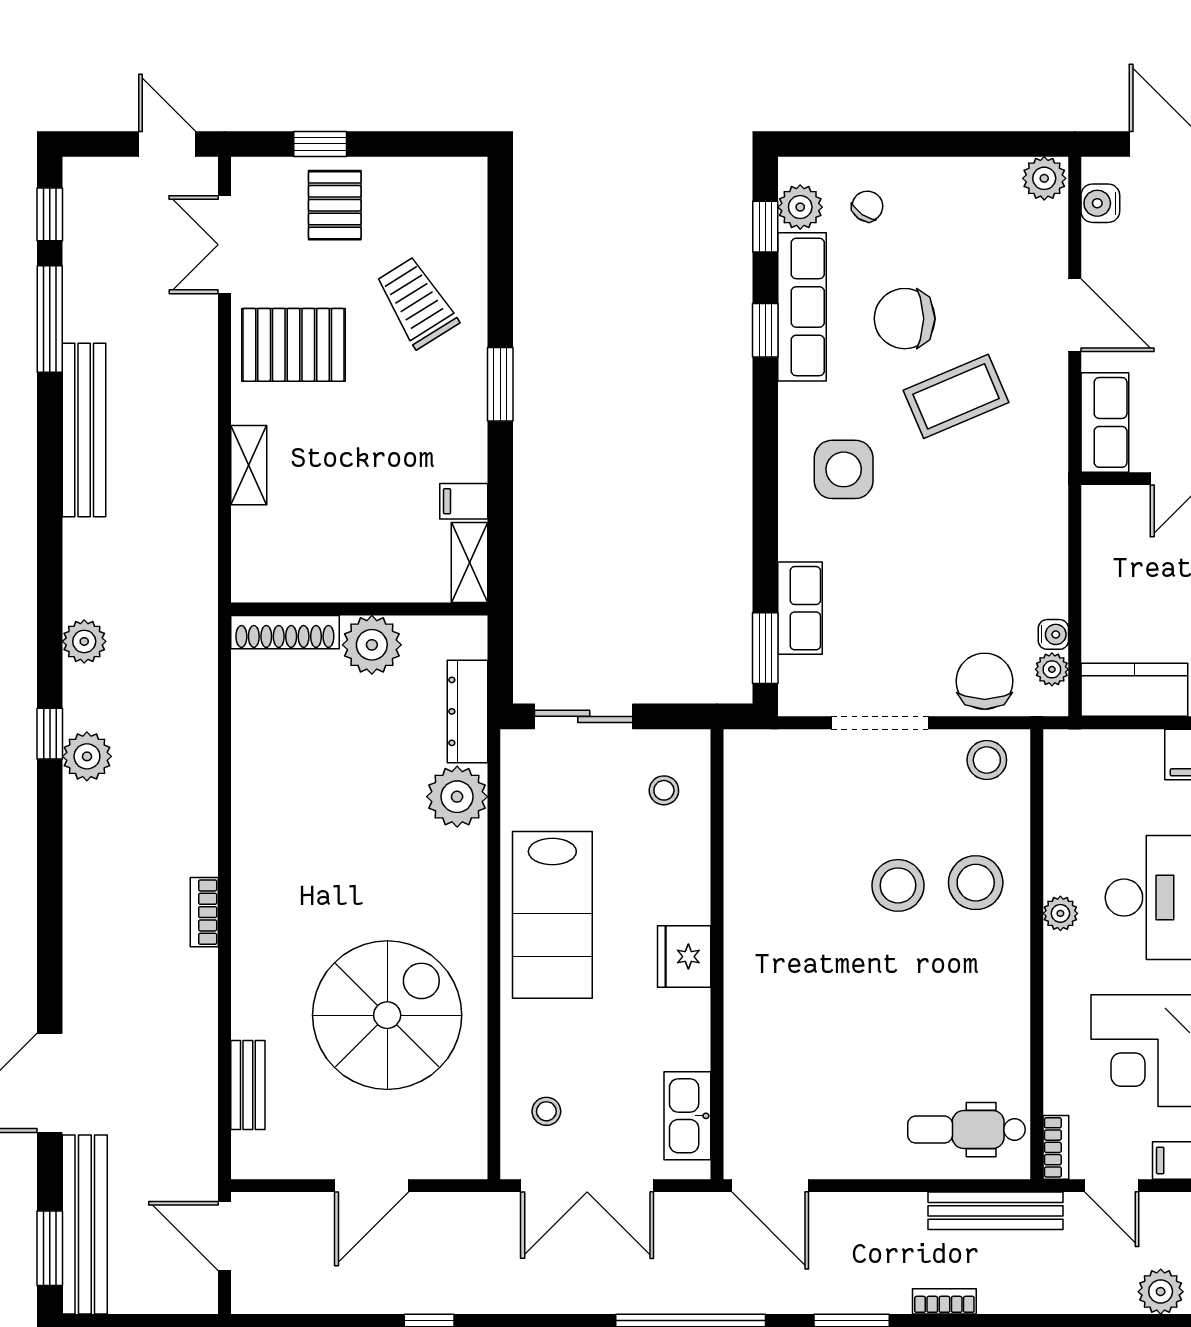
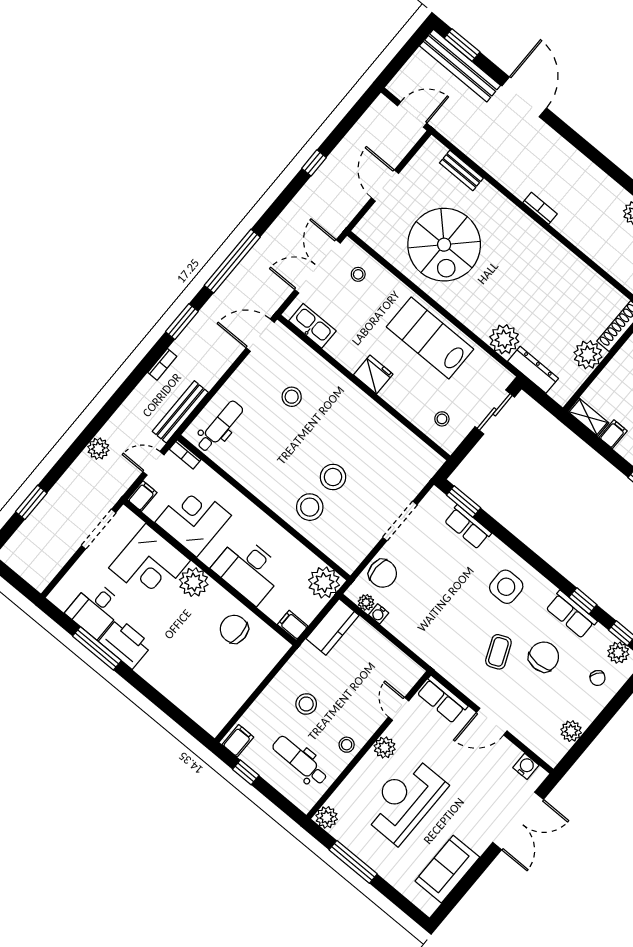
plant: (1044, 178) -> (571, 731), moved
row of seats: (802, 307) -> (571, 614), width x0.68
coffee table: (956, 396) -> (498, 652), width x0.73, depth x0.77
stool: (987, 760) -> (292, 397), moved
plant: (1060, 913) -> (324, 582), moved, width x1.87, depth x1.87

